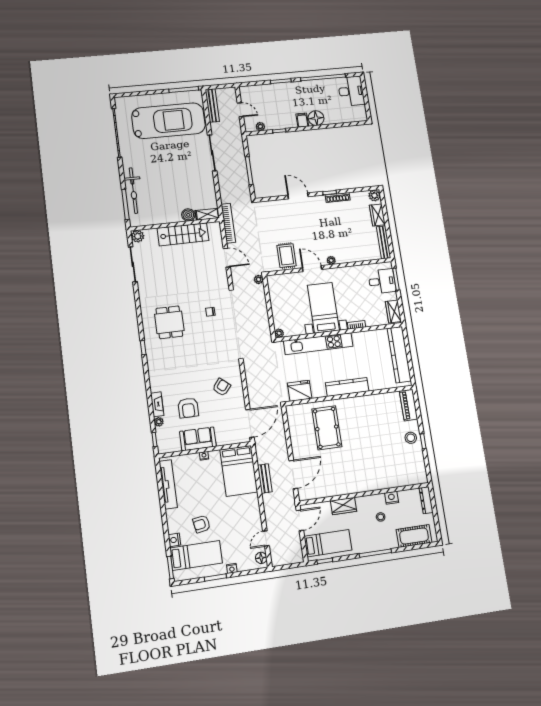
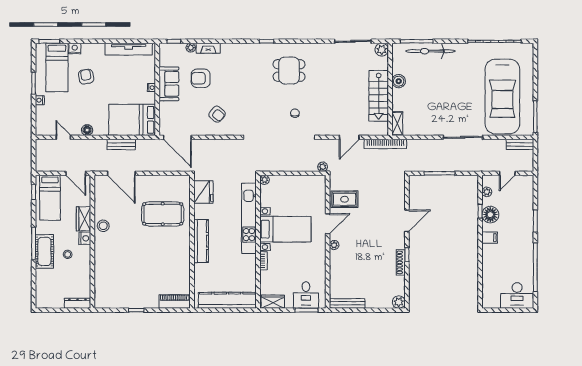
bench: (212, 105) -> (520, 144), width x0.73
floor lamp: (316, 118) -> (490, 215), moved
boiler: (188, 215) -> (399, 81), moved
wardrobe: (377, 215) -> (377, 302), removed
stool: (411, 438) -> (103, 226), moved
nightstand: (392, 498) -> (85, 238), moved
cot: (414, 536) -> (44, 251), moved
floor lamp: (261, 558) -> (87, 130), moved

